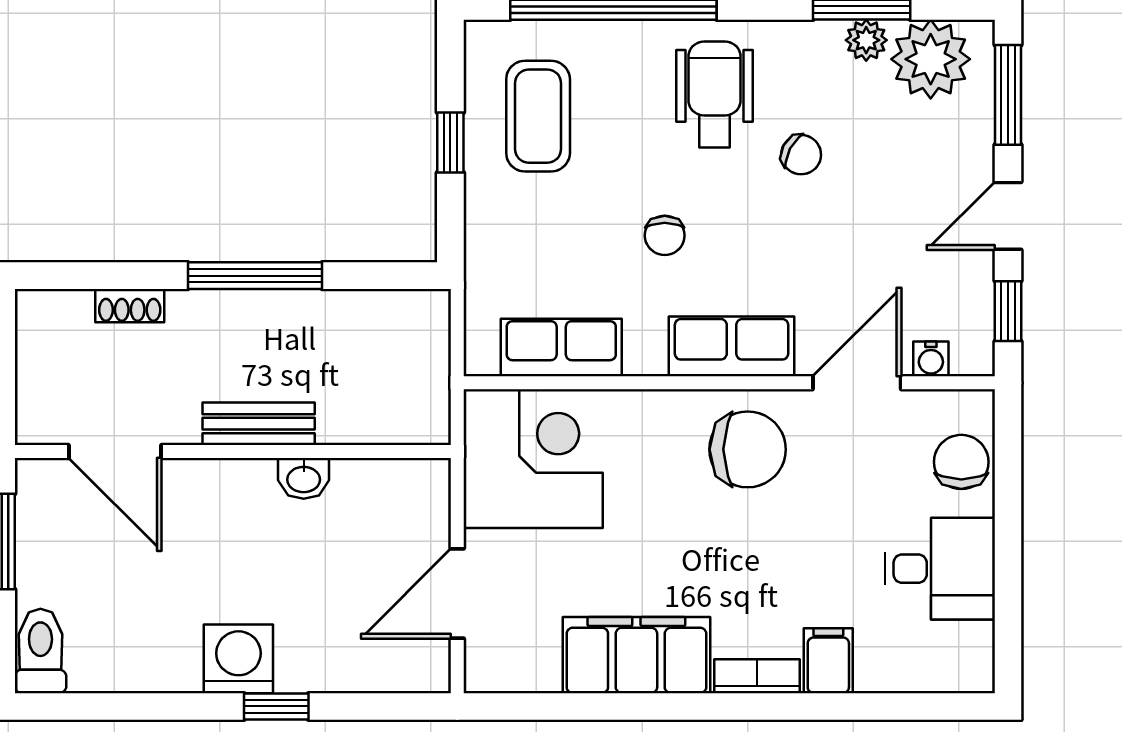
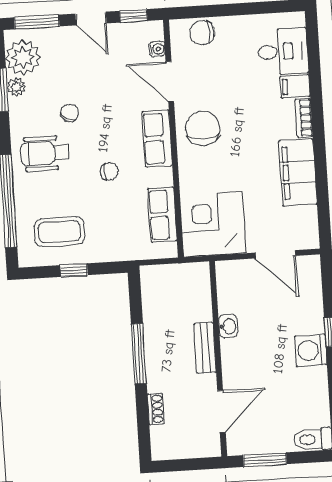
desk: (940, 569) -> (283, 51), moved, turned 90

